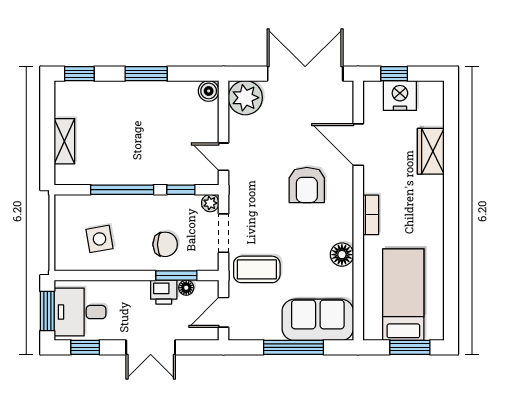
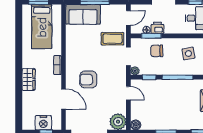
wardrobe: (431, 151) -> (28, 79), moved
armchair: (307, 185) -> (88, 79), turned -90
floor lamp: (342, 255) -> (71, 46), removed

